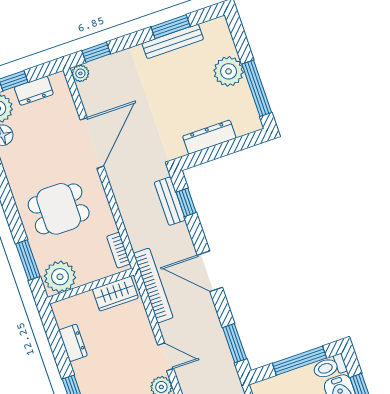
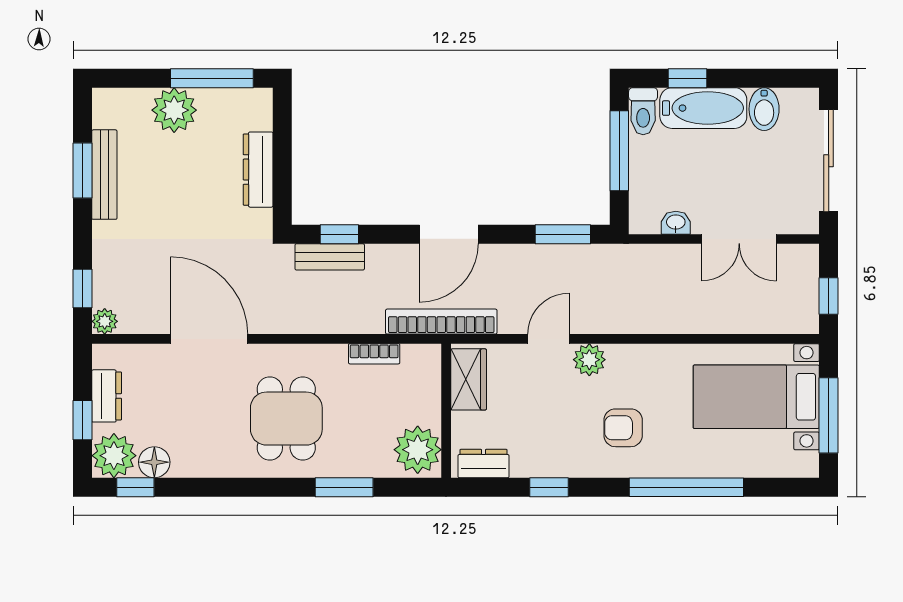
plant: (60, 277) -> (418, 450), moved
wall: (91, 286) -> (446, 411), moved
wardrobe: (115, 294) -> (469, 379), moved

